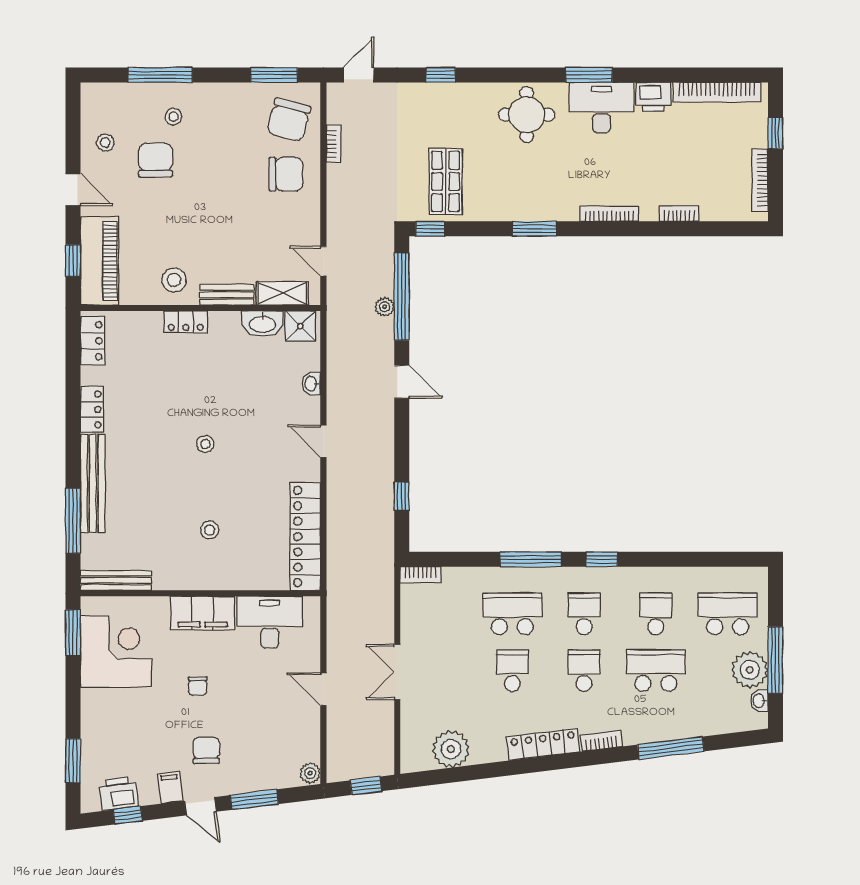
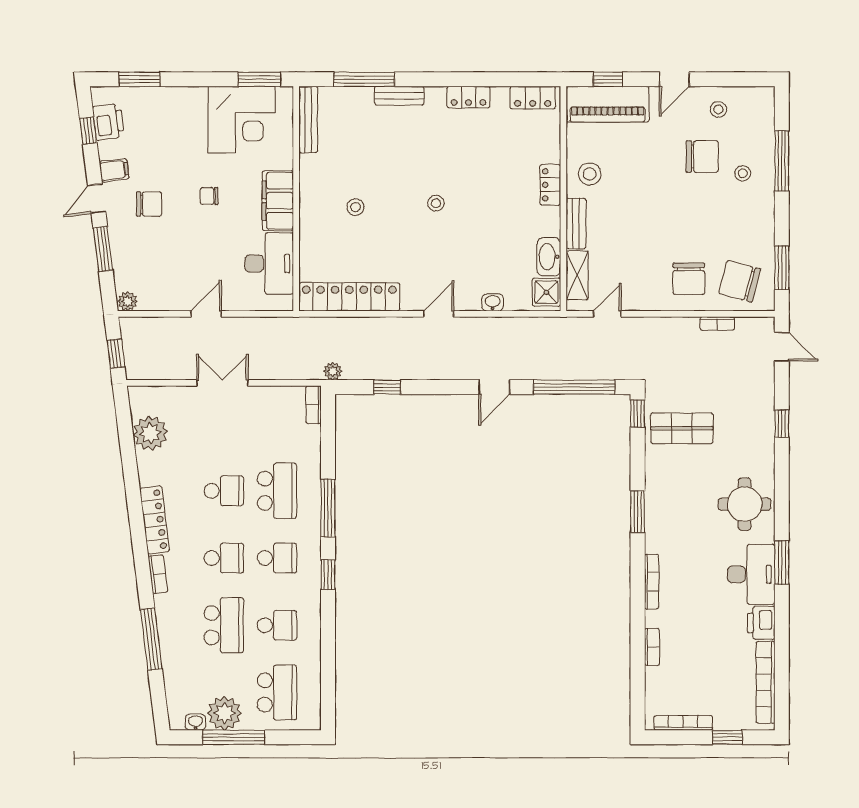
plant: (385, 307) -> (333, 371), moved
bench: (93, 483) -> (399, 96), width x0.54, depth x0.82

